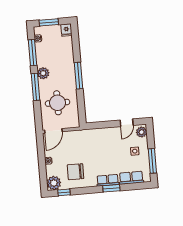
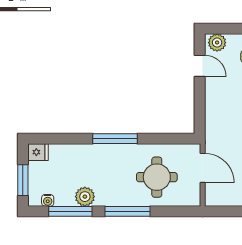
plant: (43, 73) -> (85, 197), moved
door: (53, 131) -> (203, 168), moved

